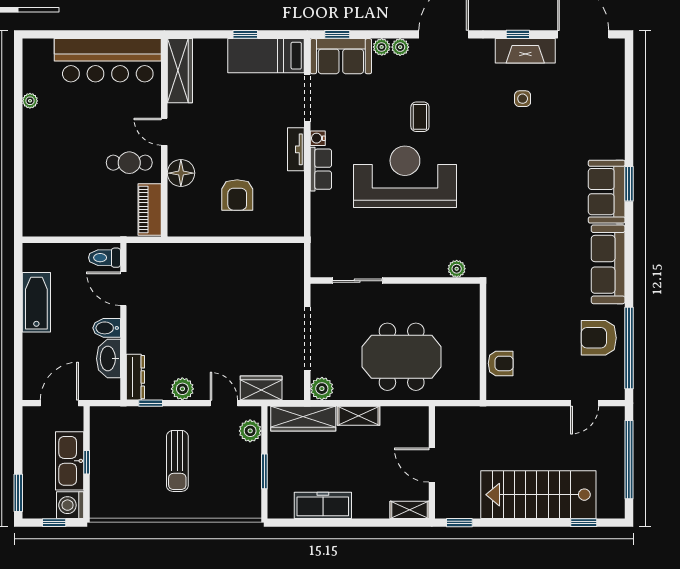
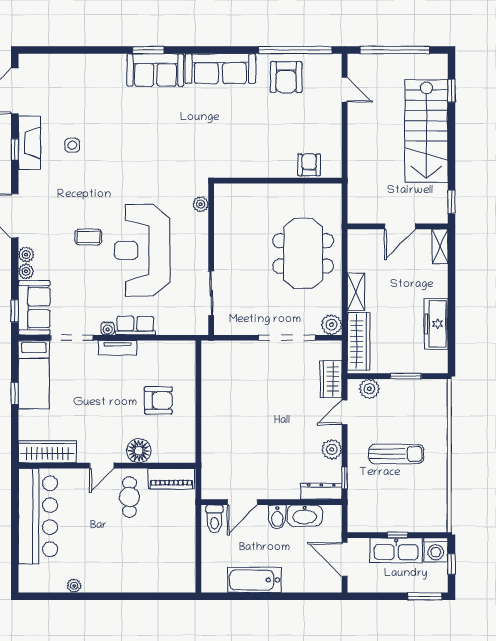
plant: (457, 269) -> (201, 204), moved
sliding door: (357, 281) -> (211, 293), moved
wall: (395, 281) -> (211, 259), moved

